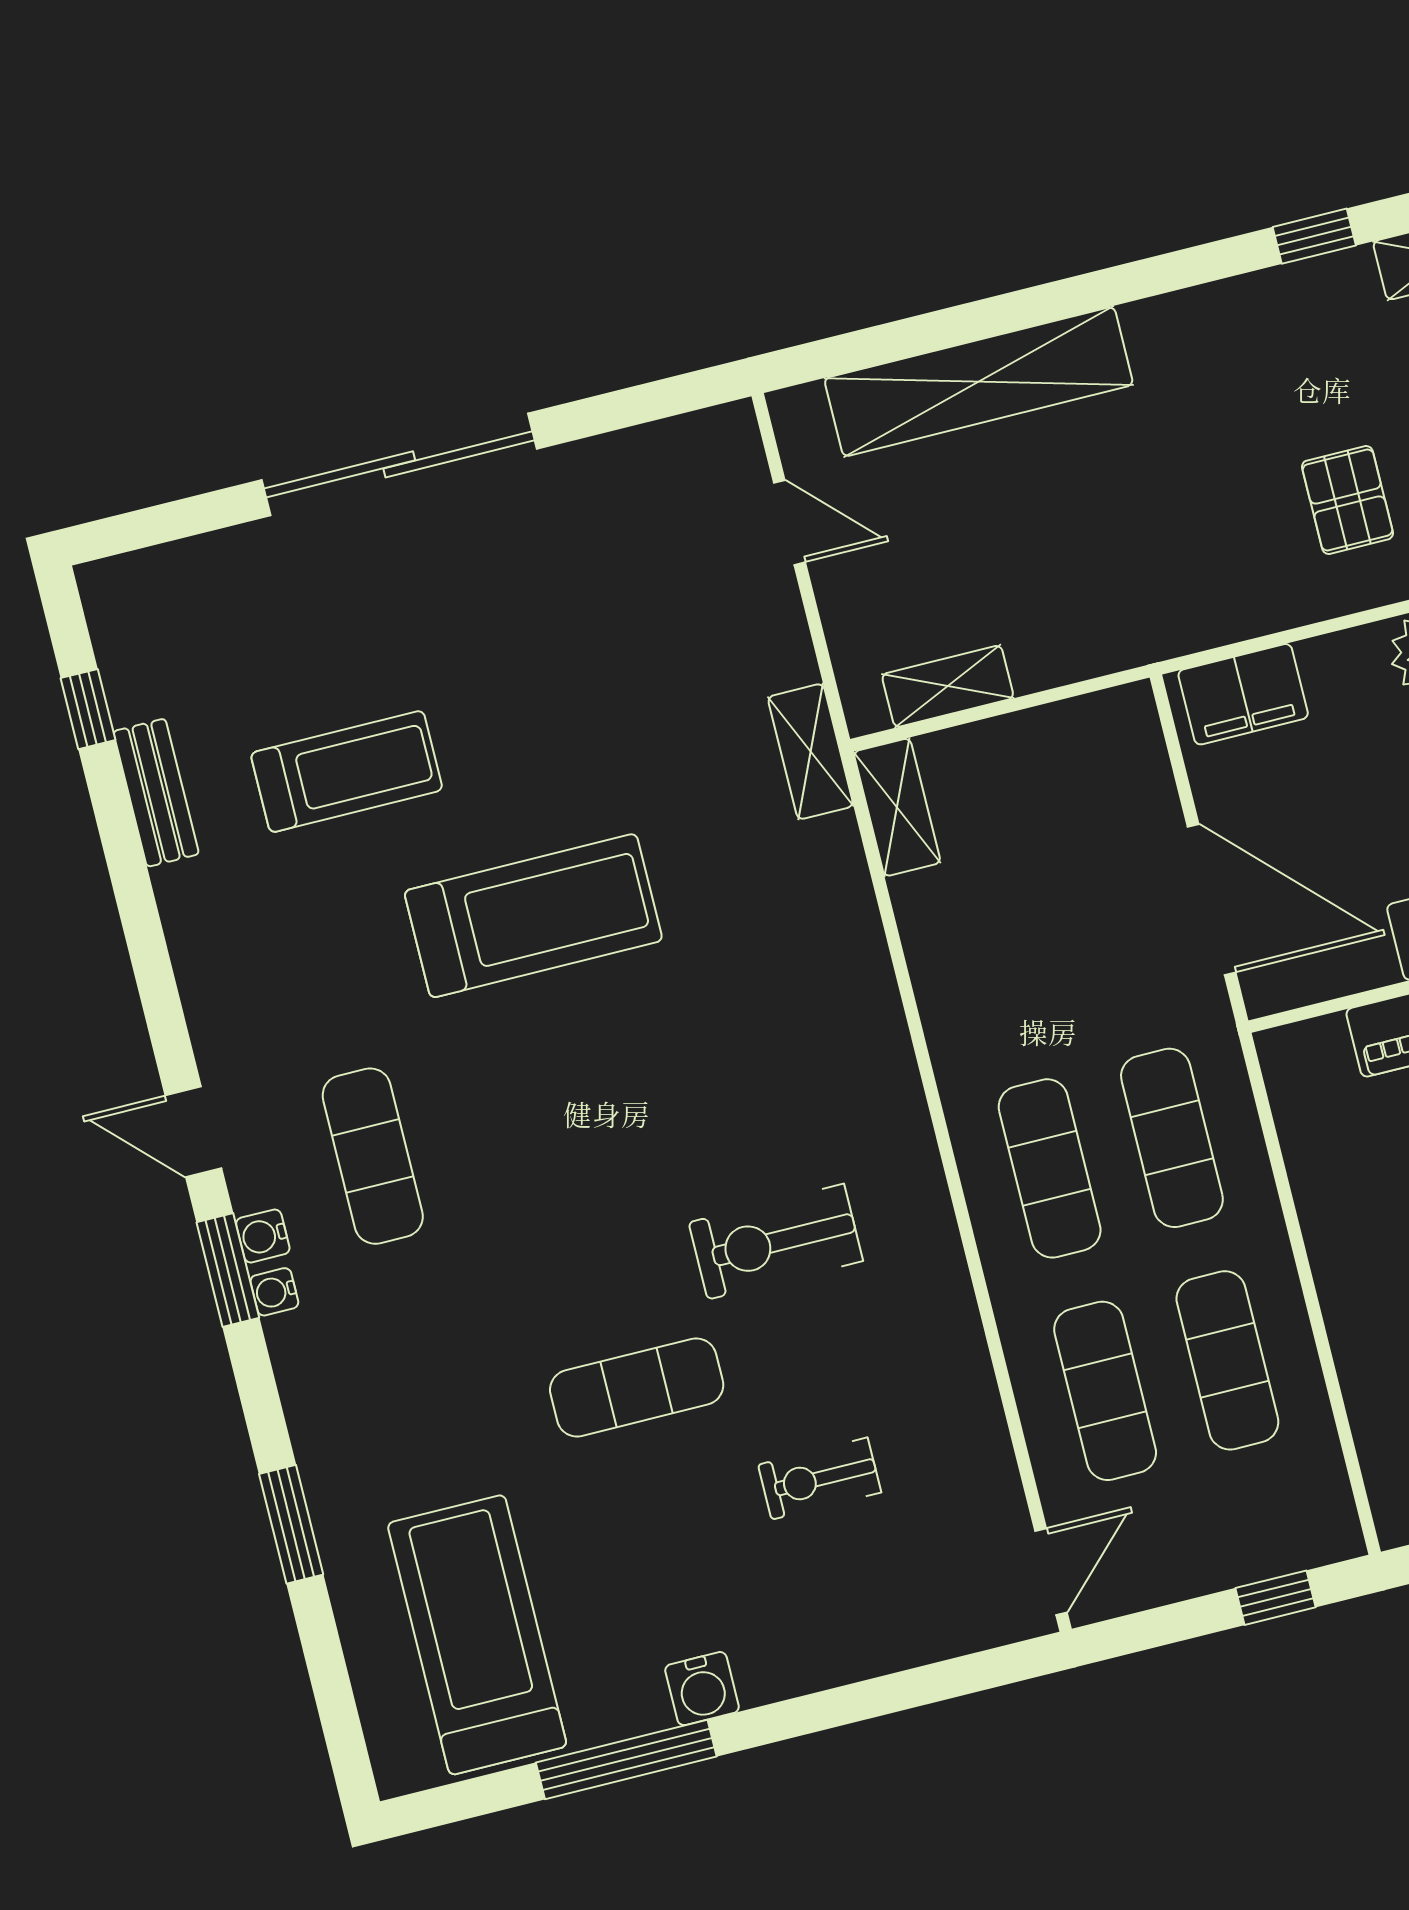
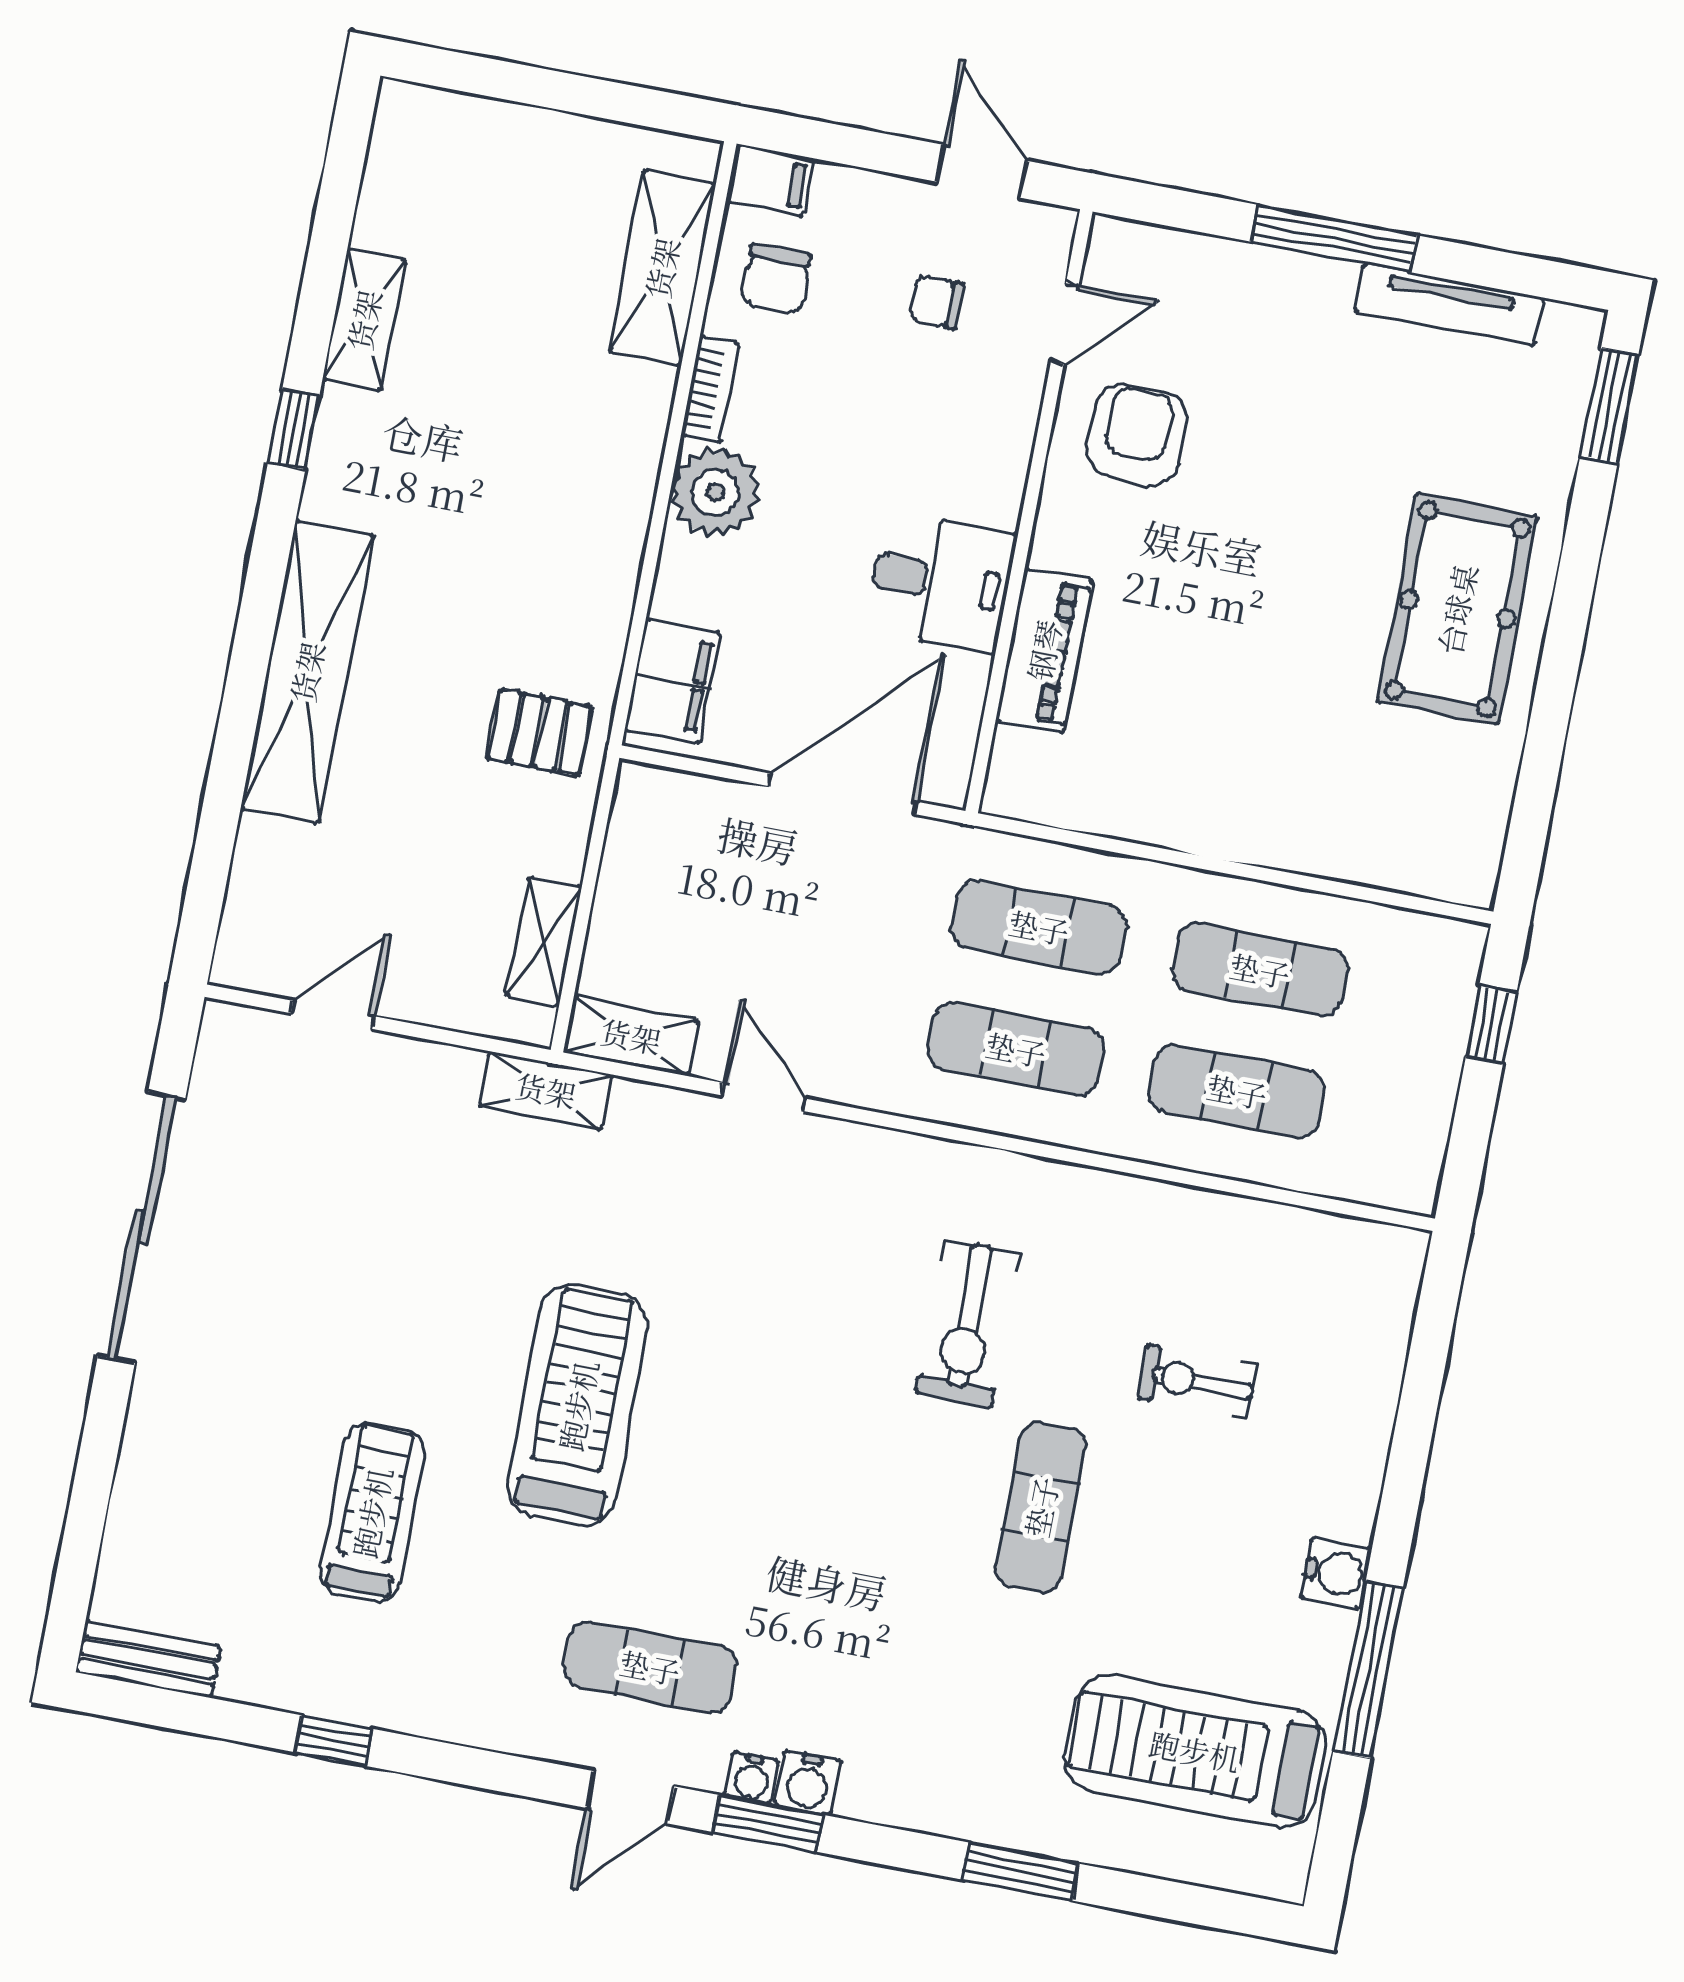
shelving: (979, 382) -> (307, 672), moved
sliding door: (399, 464) -> (141, 1227), moved
pallet: (1347, 500) -> (539, 732), moved
window: (88, 709) -> (334, 1741), moved
bench: (156, 793) -> (148, 1659), moved
exercise mat: (373, 1156) -> (650, 1667), moved
water cooler: (274, 1292) -> (808, 1783), width x1.38, depth x1.38
exercise bike: (820, 1479) -> (1197, 1382), turned 90
door: (1051, 1572) -> (764, 1097), moved

